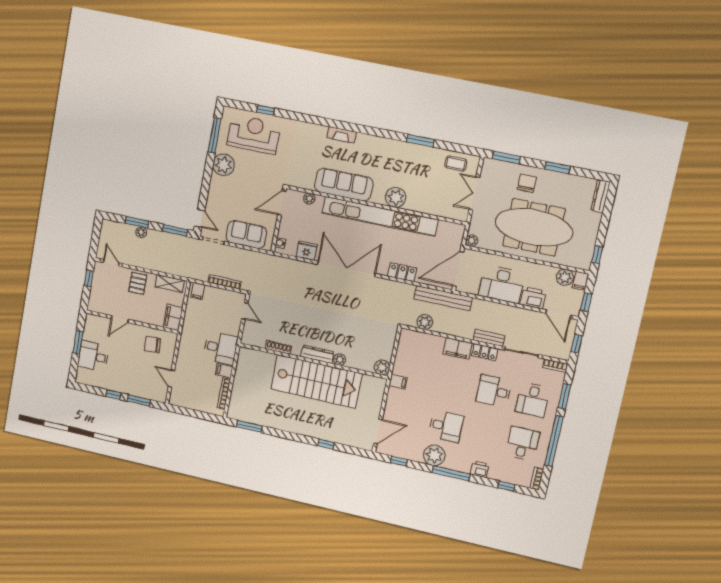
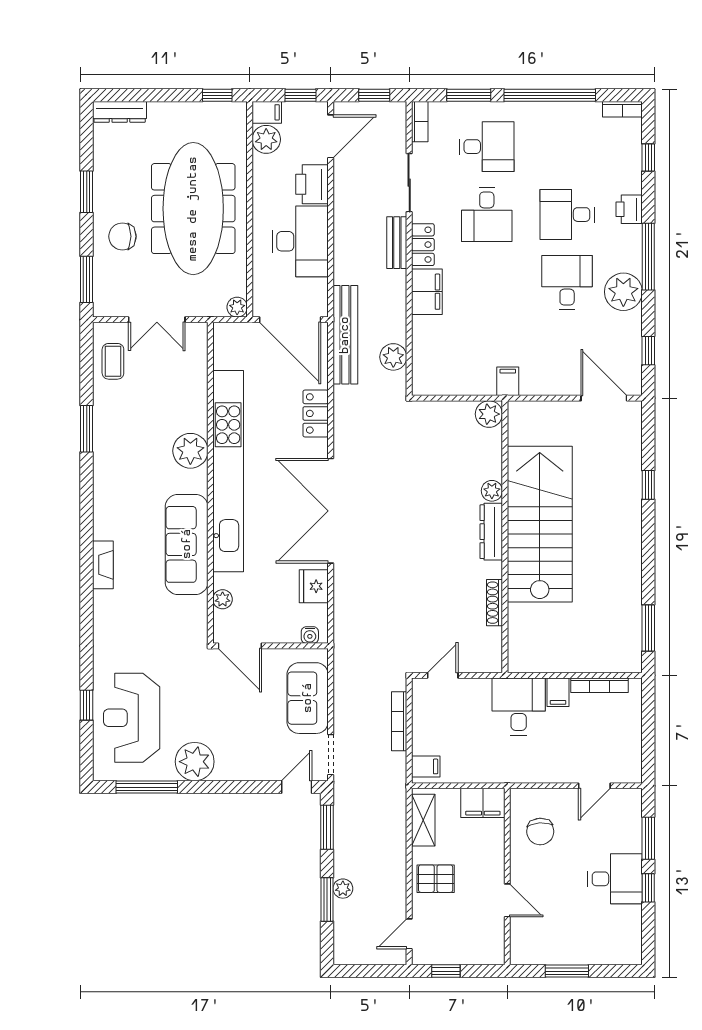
desk: (93, 356) -> (615, 879), moved, turned -90
desk: (523, 444) -> (567, 215), moved

